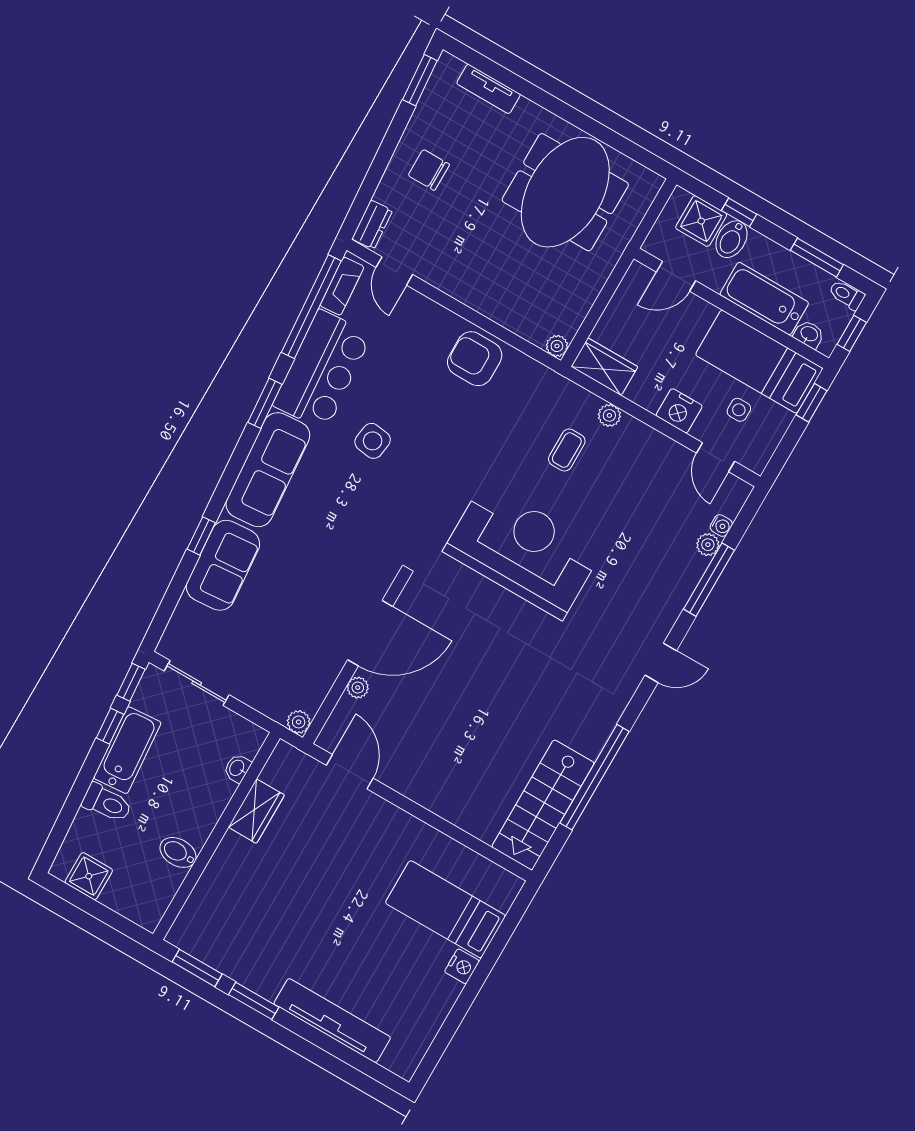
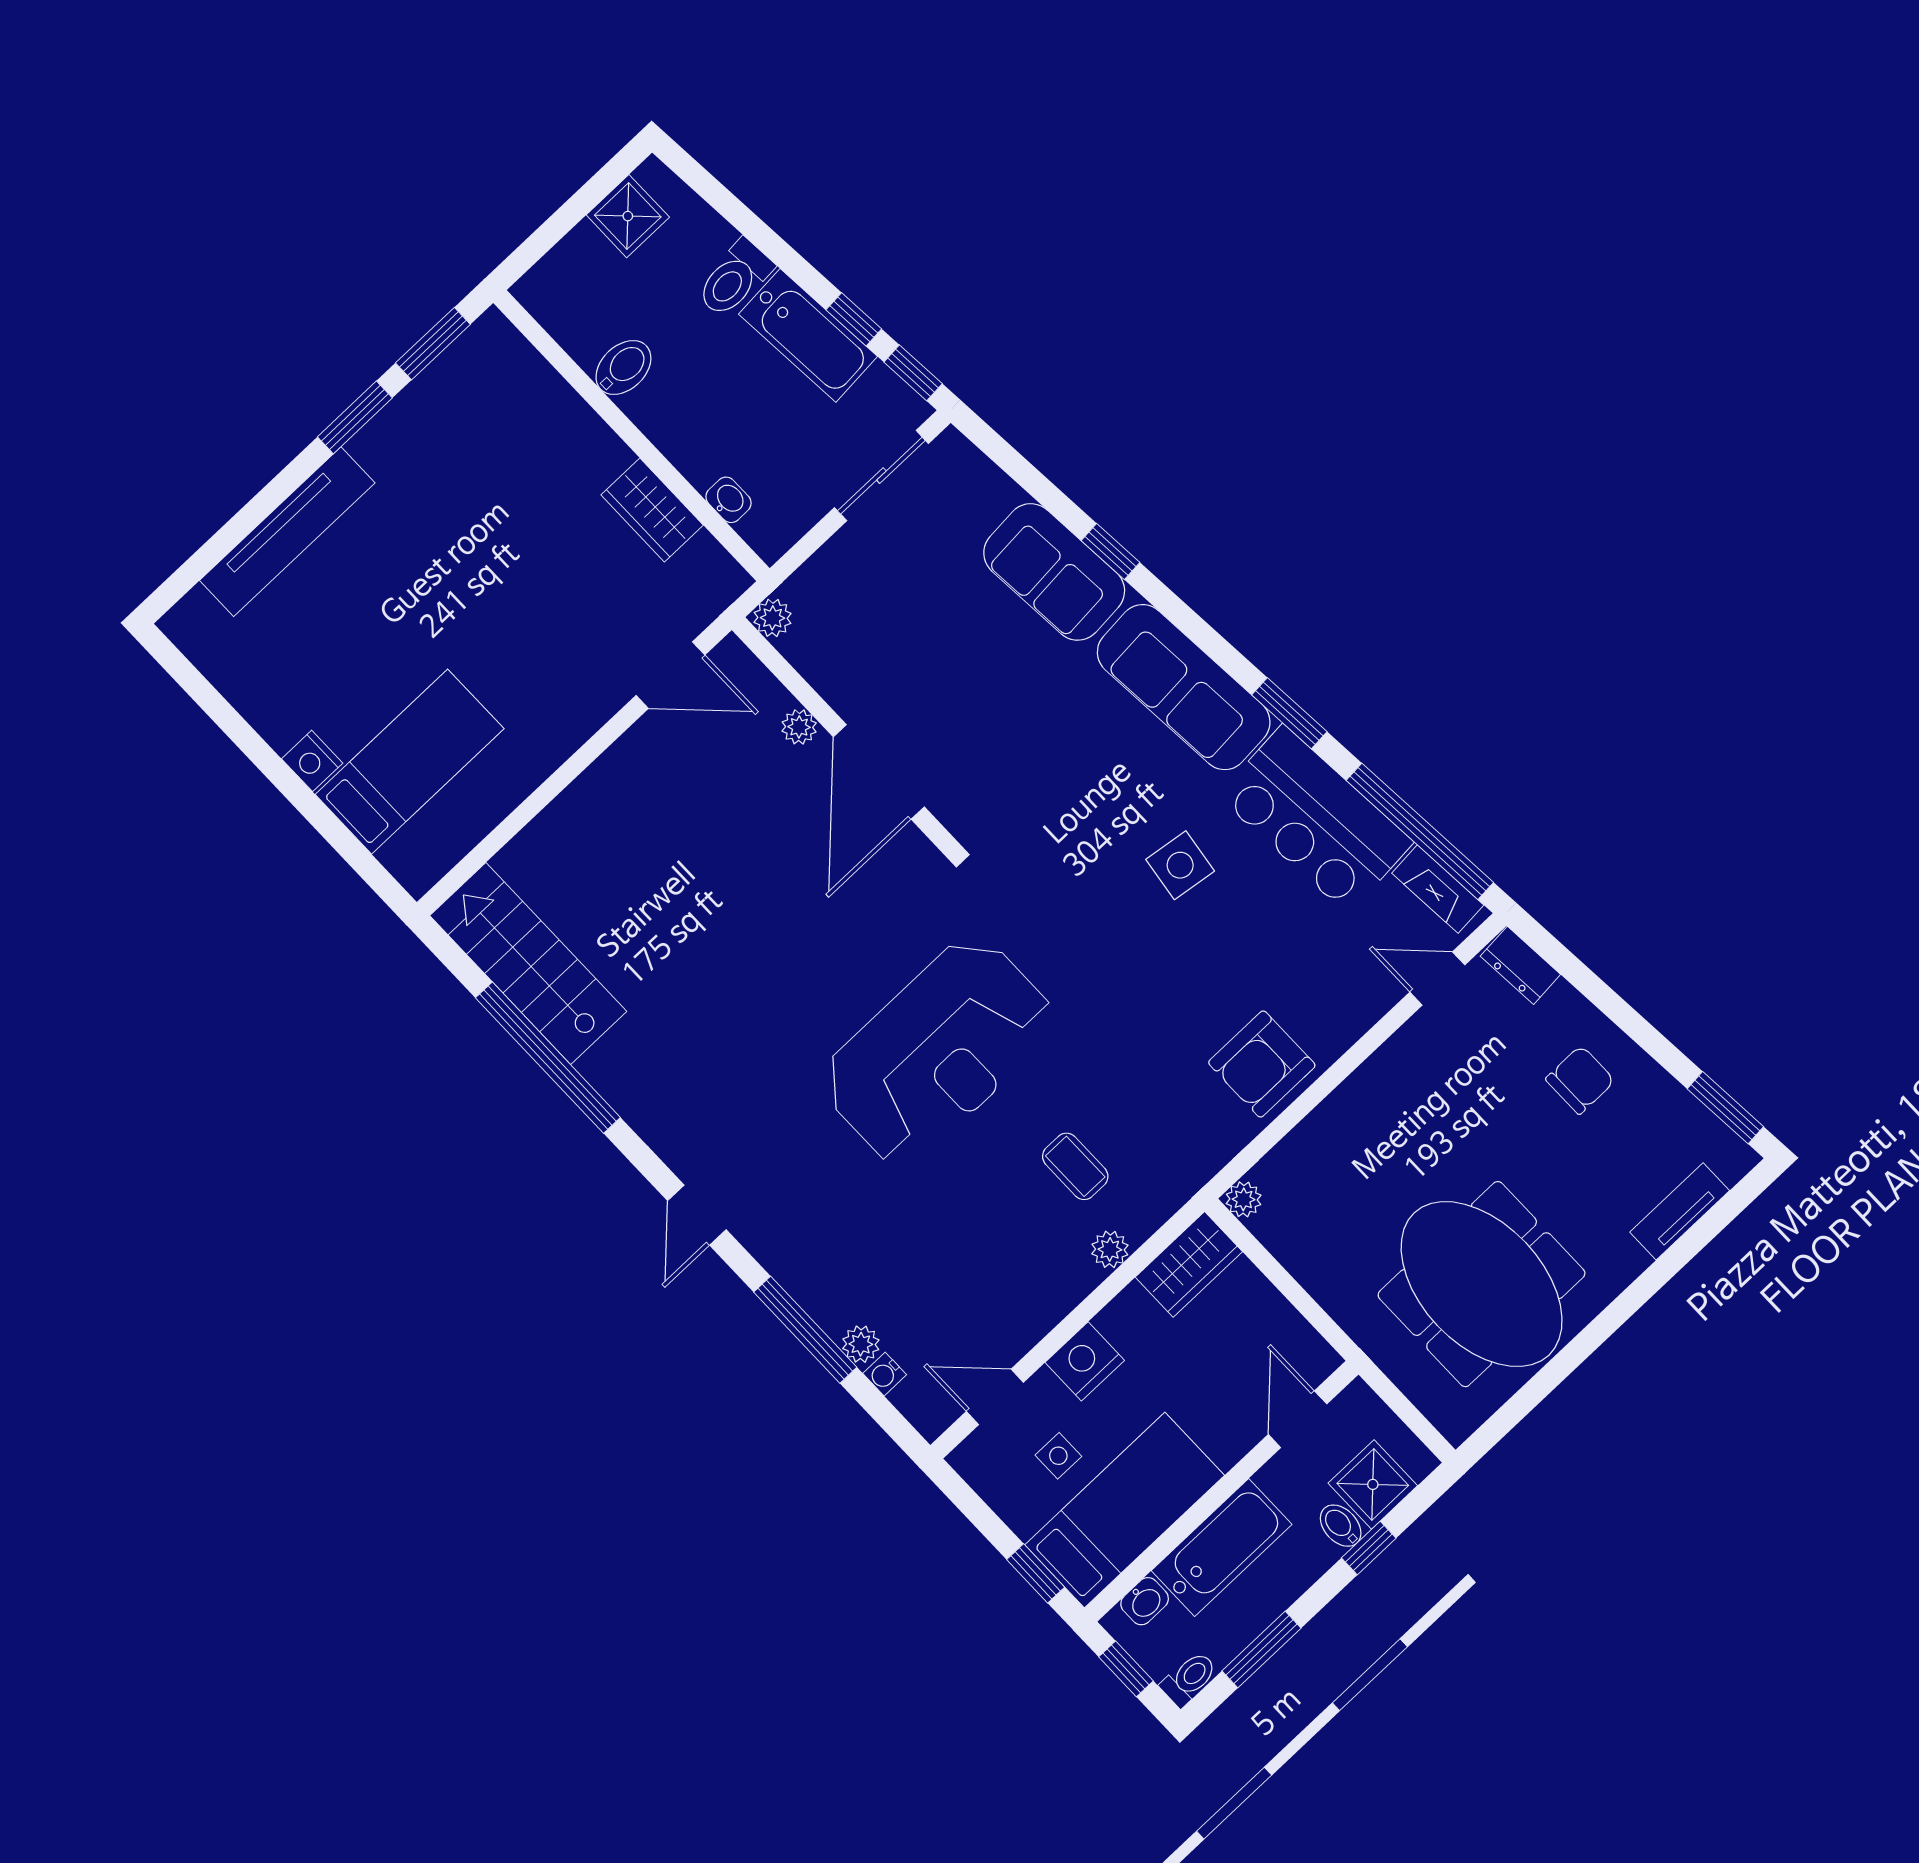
bidet: (732, 239) -> (1341, 1526), width x0.72, depth x0.74
armchair: (475, 359) -> (1262, 1064), turned 180

